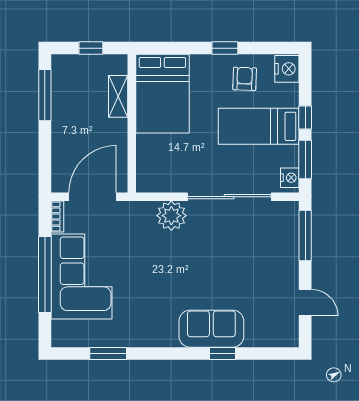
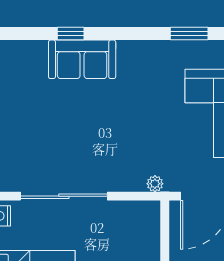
plant: (171, 216) -> (155, 184), moved, width x0.53, depth x0.53

